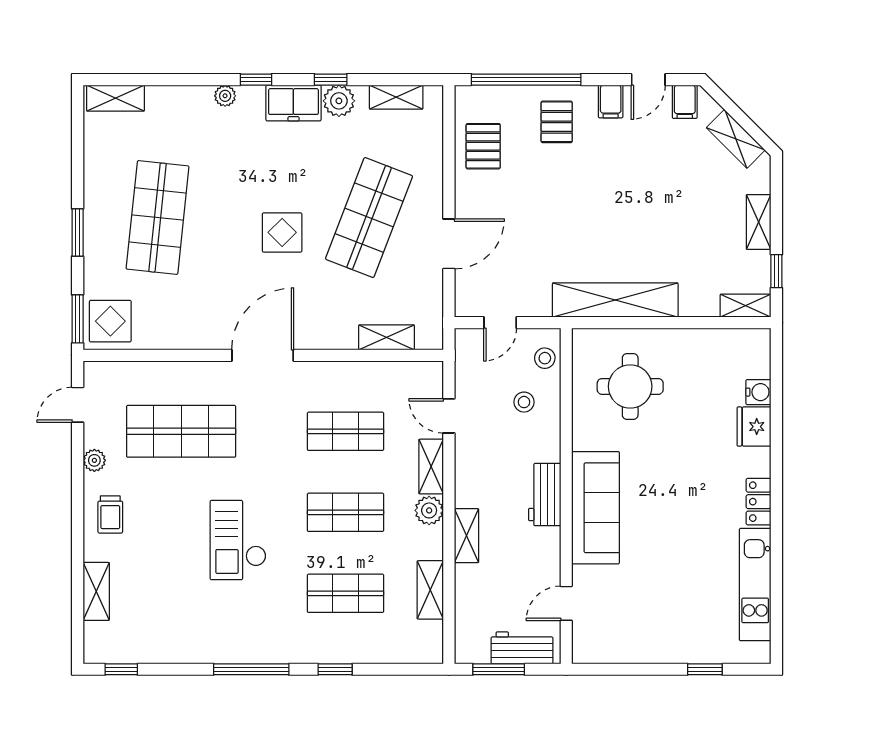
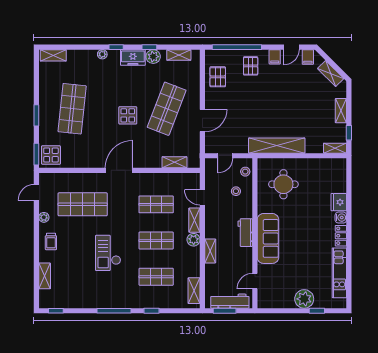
water cooler: (758, 392) -> (341, 218), moved
shelving: (430, 590) -> (194, 291), moved
plant: (677, 643) -> (304, 299), added
workbench: (522, 648) -> (230, 301), width x1.38

